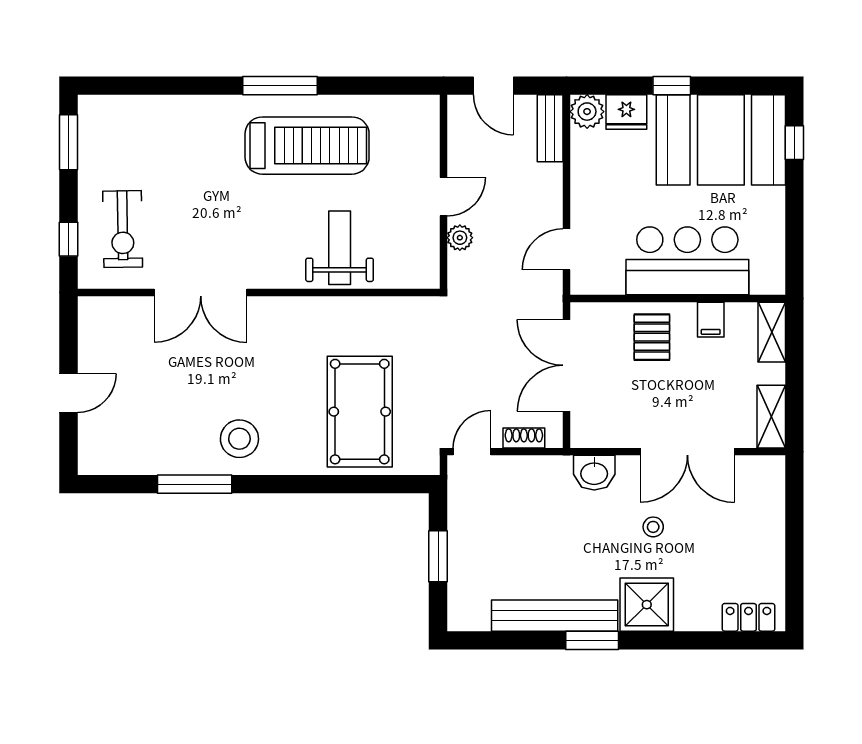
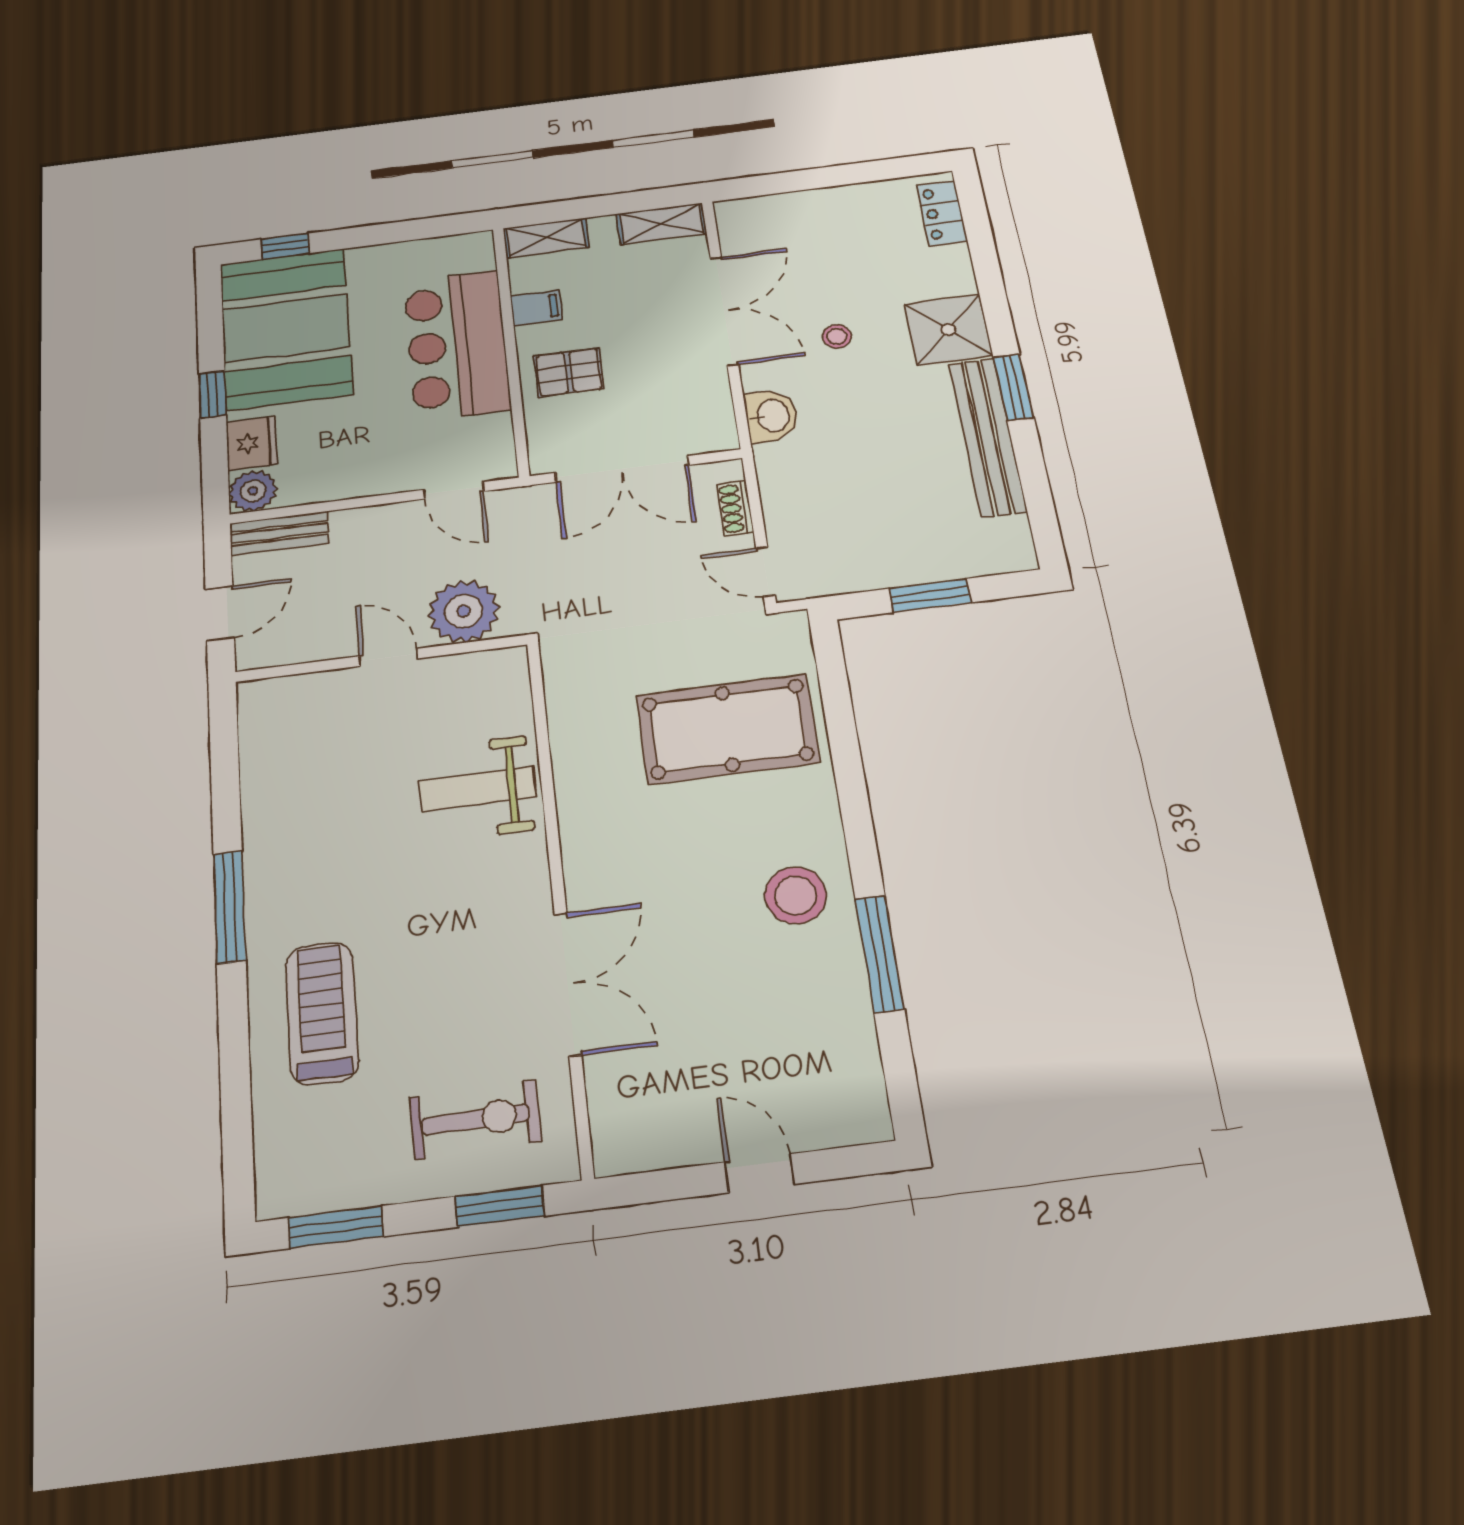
treadmill: (307, 146) -> (322, 1013), moved, width x0.73, depth x0.73
plant: (460, 238) -> (464, 611), width x1.87, depth x1.87
window: (69, 239) -> (500, 1206), width x1.50

